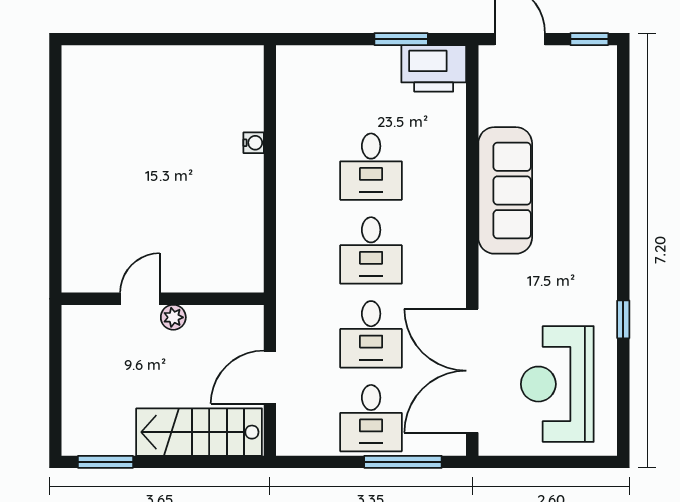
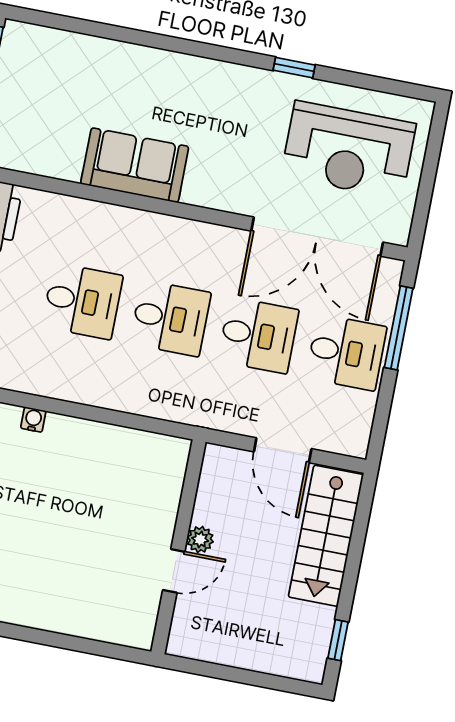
sofa: (505, 190) -> (135, 165), width x0.73
door: (140, 299) -> (174, 571), swing flipped
window: (105, 462) -> (338, 640), width x0.67

